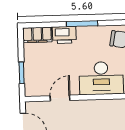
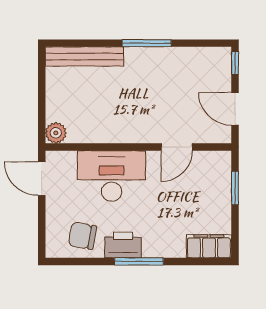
printer: (64, 35) -> (123, 245), moved

